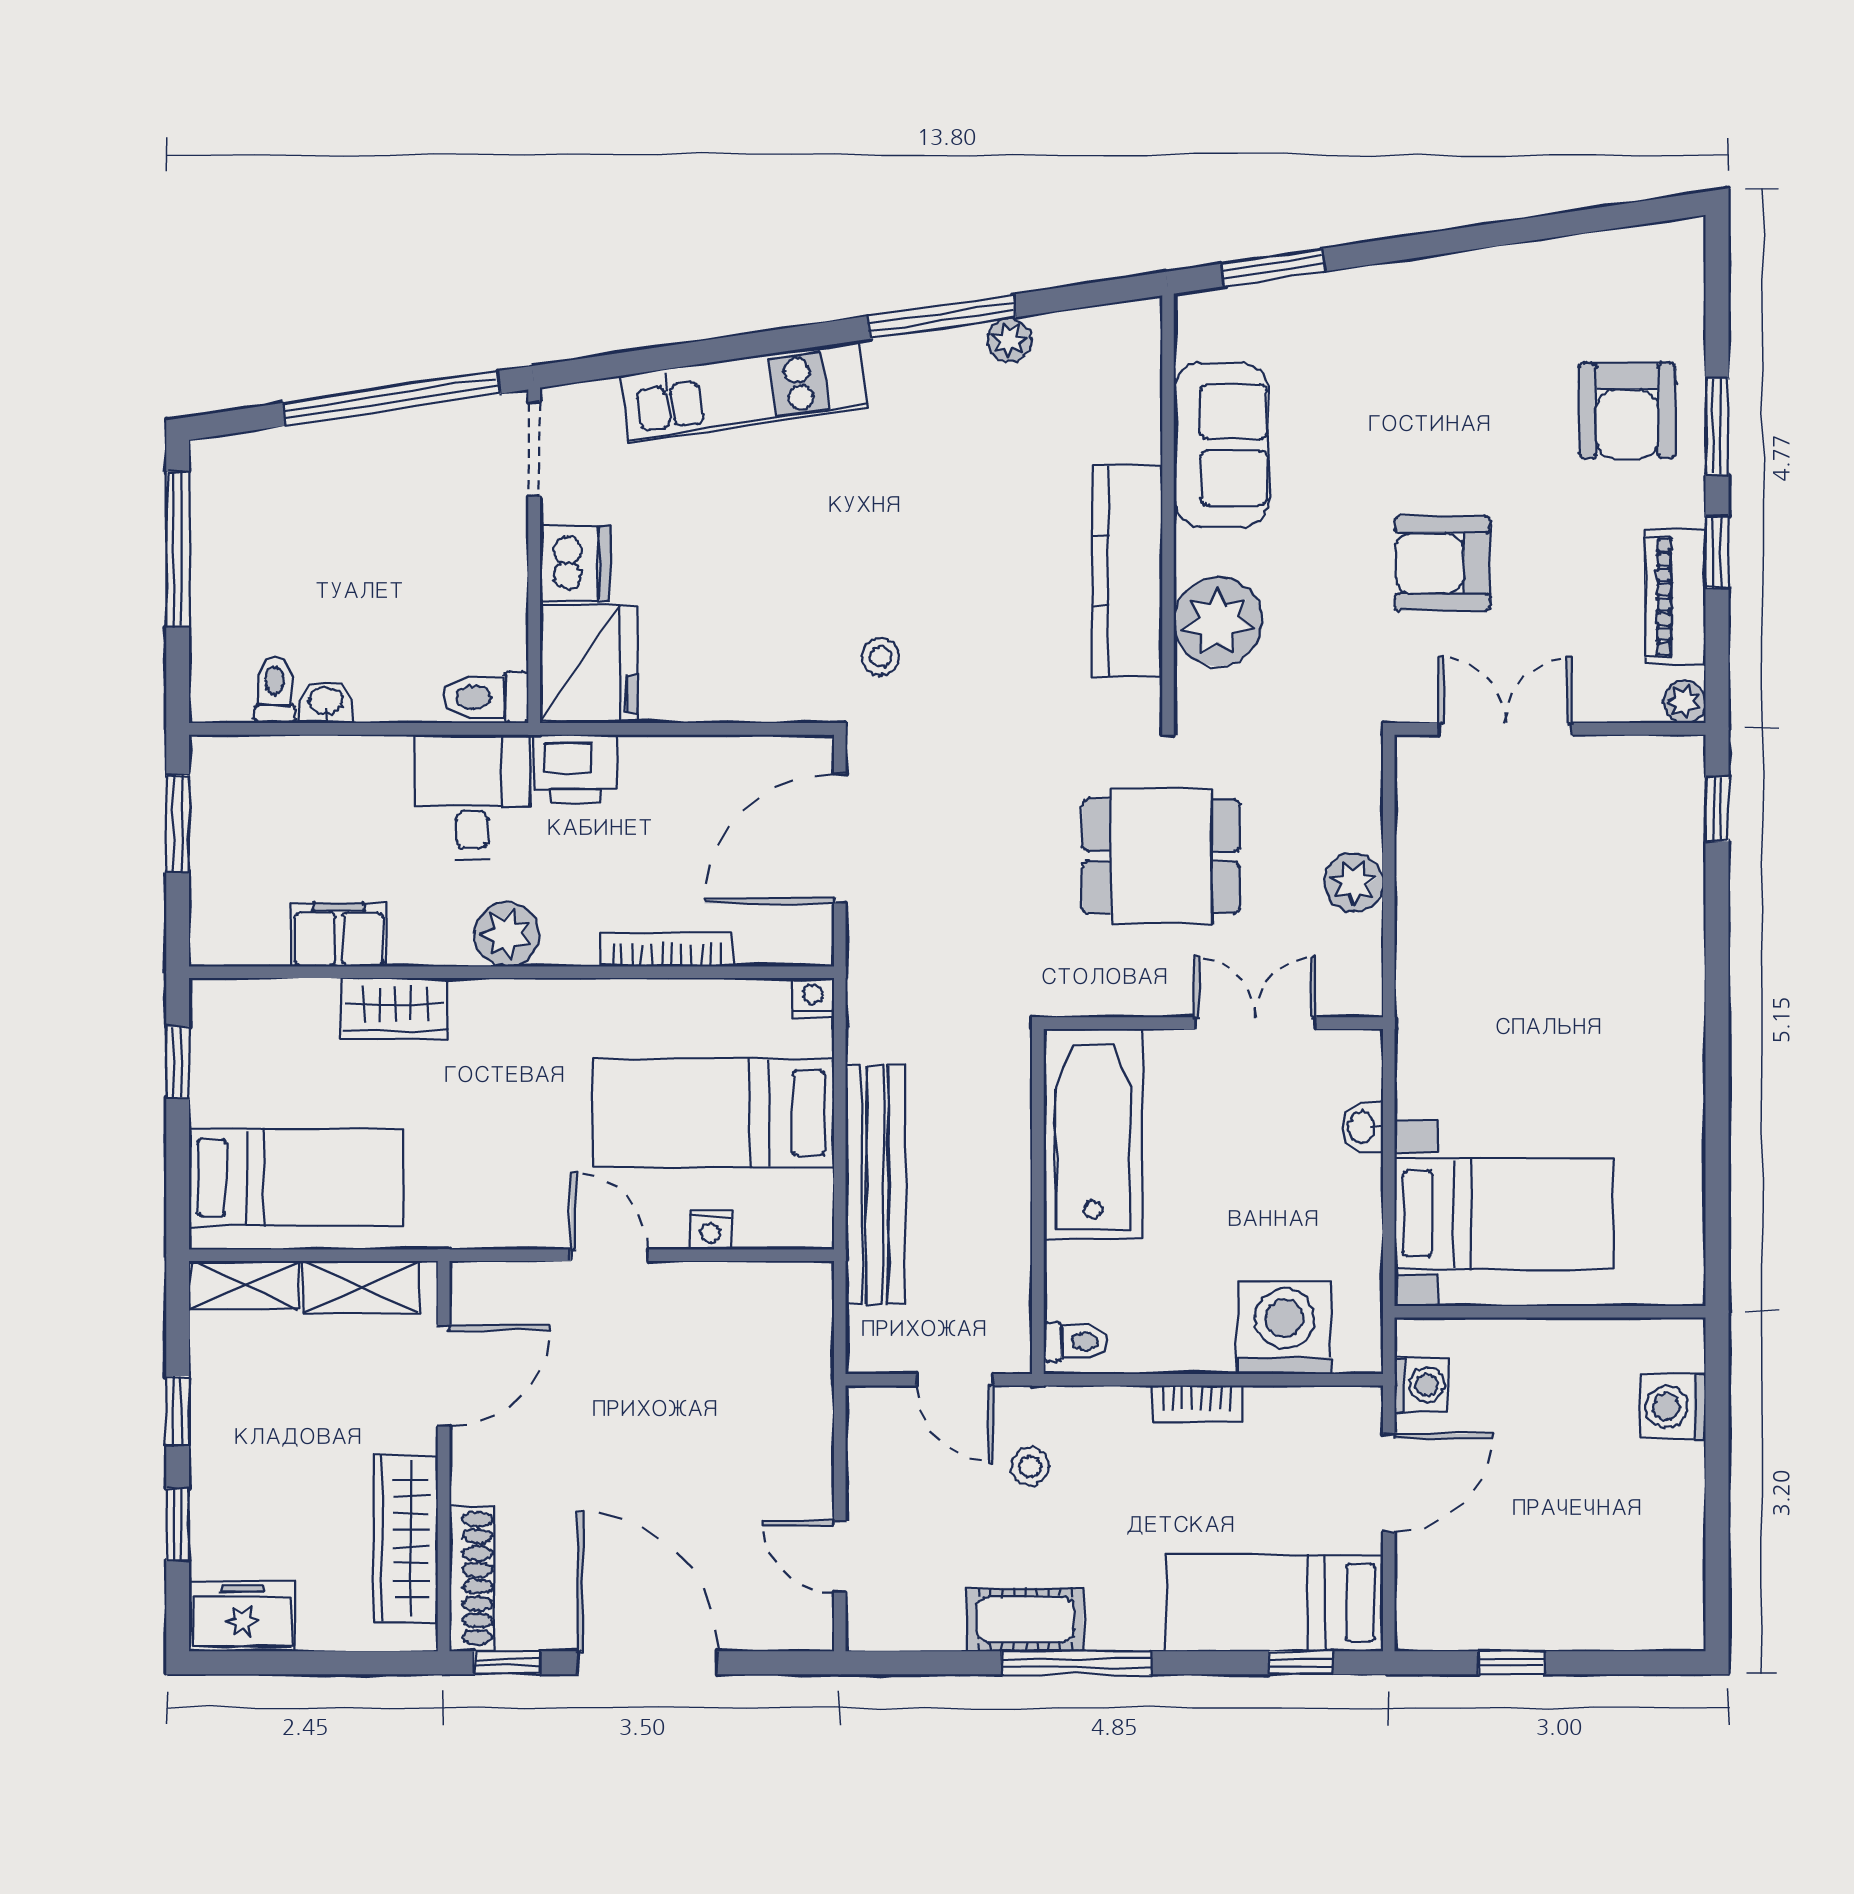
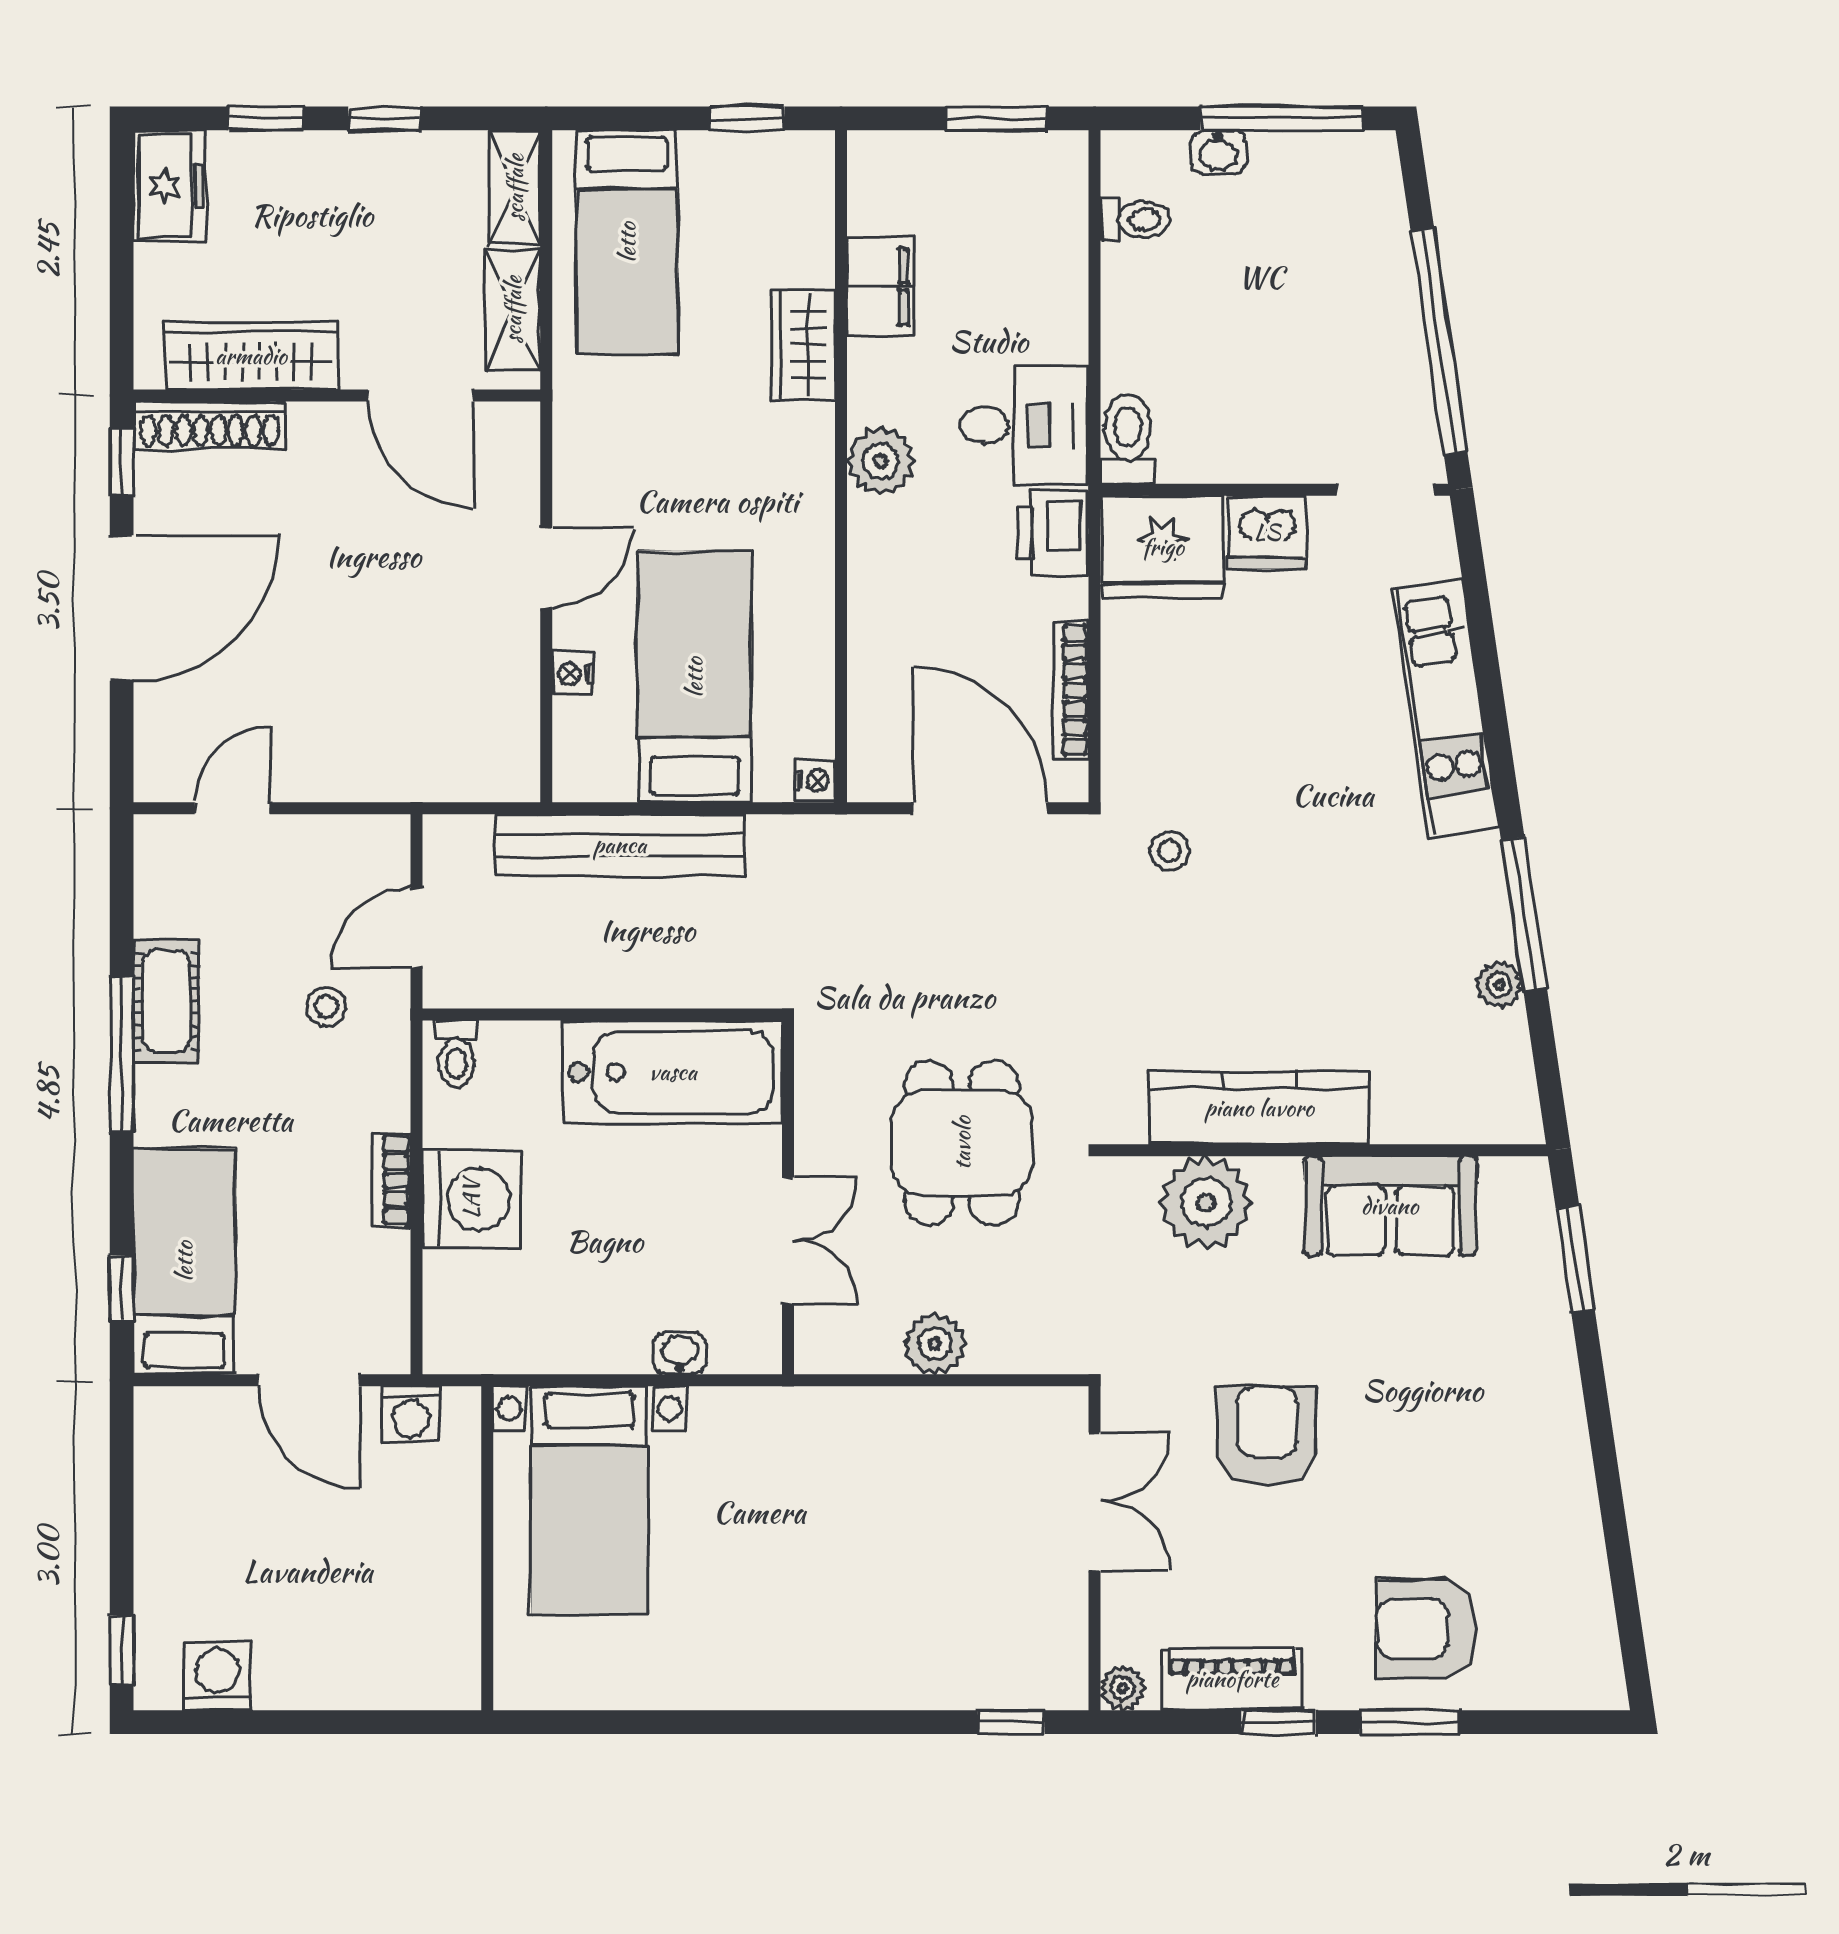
washbasin: (326, 702) -> (1218, 152), moved, turned 90
bookcase: (667, 950) -> (1071, 690), moved, turned 180
washing machine: (1284, 1327) -> (471, 1199), moved
washing machine: (1673, 1407) -> (217, 1676), moved
window: (1511, 1663) -> (122, 1650), moved

